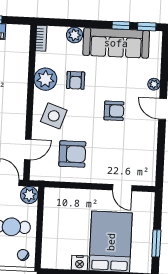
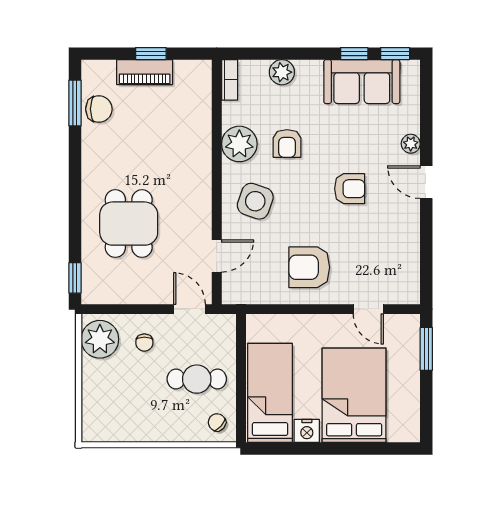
sofa: (116, 43) -> (362, 82), width x0.73
armchair: (72, 154) -> (309, 267), moved, turned 180
plant: (29, 195) -> (222, 328), removed
bed: (57, 238) -> (270, 393), added
window: (156, 243) -> (426, 349), moved

